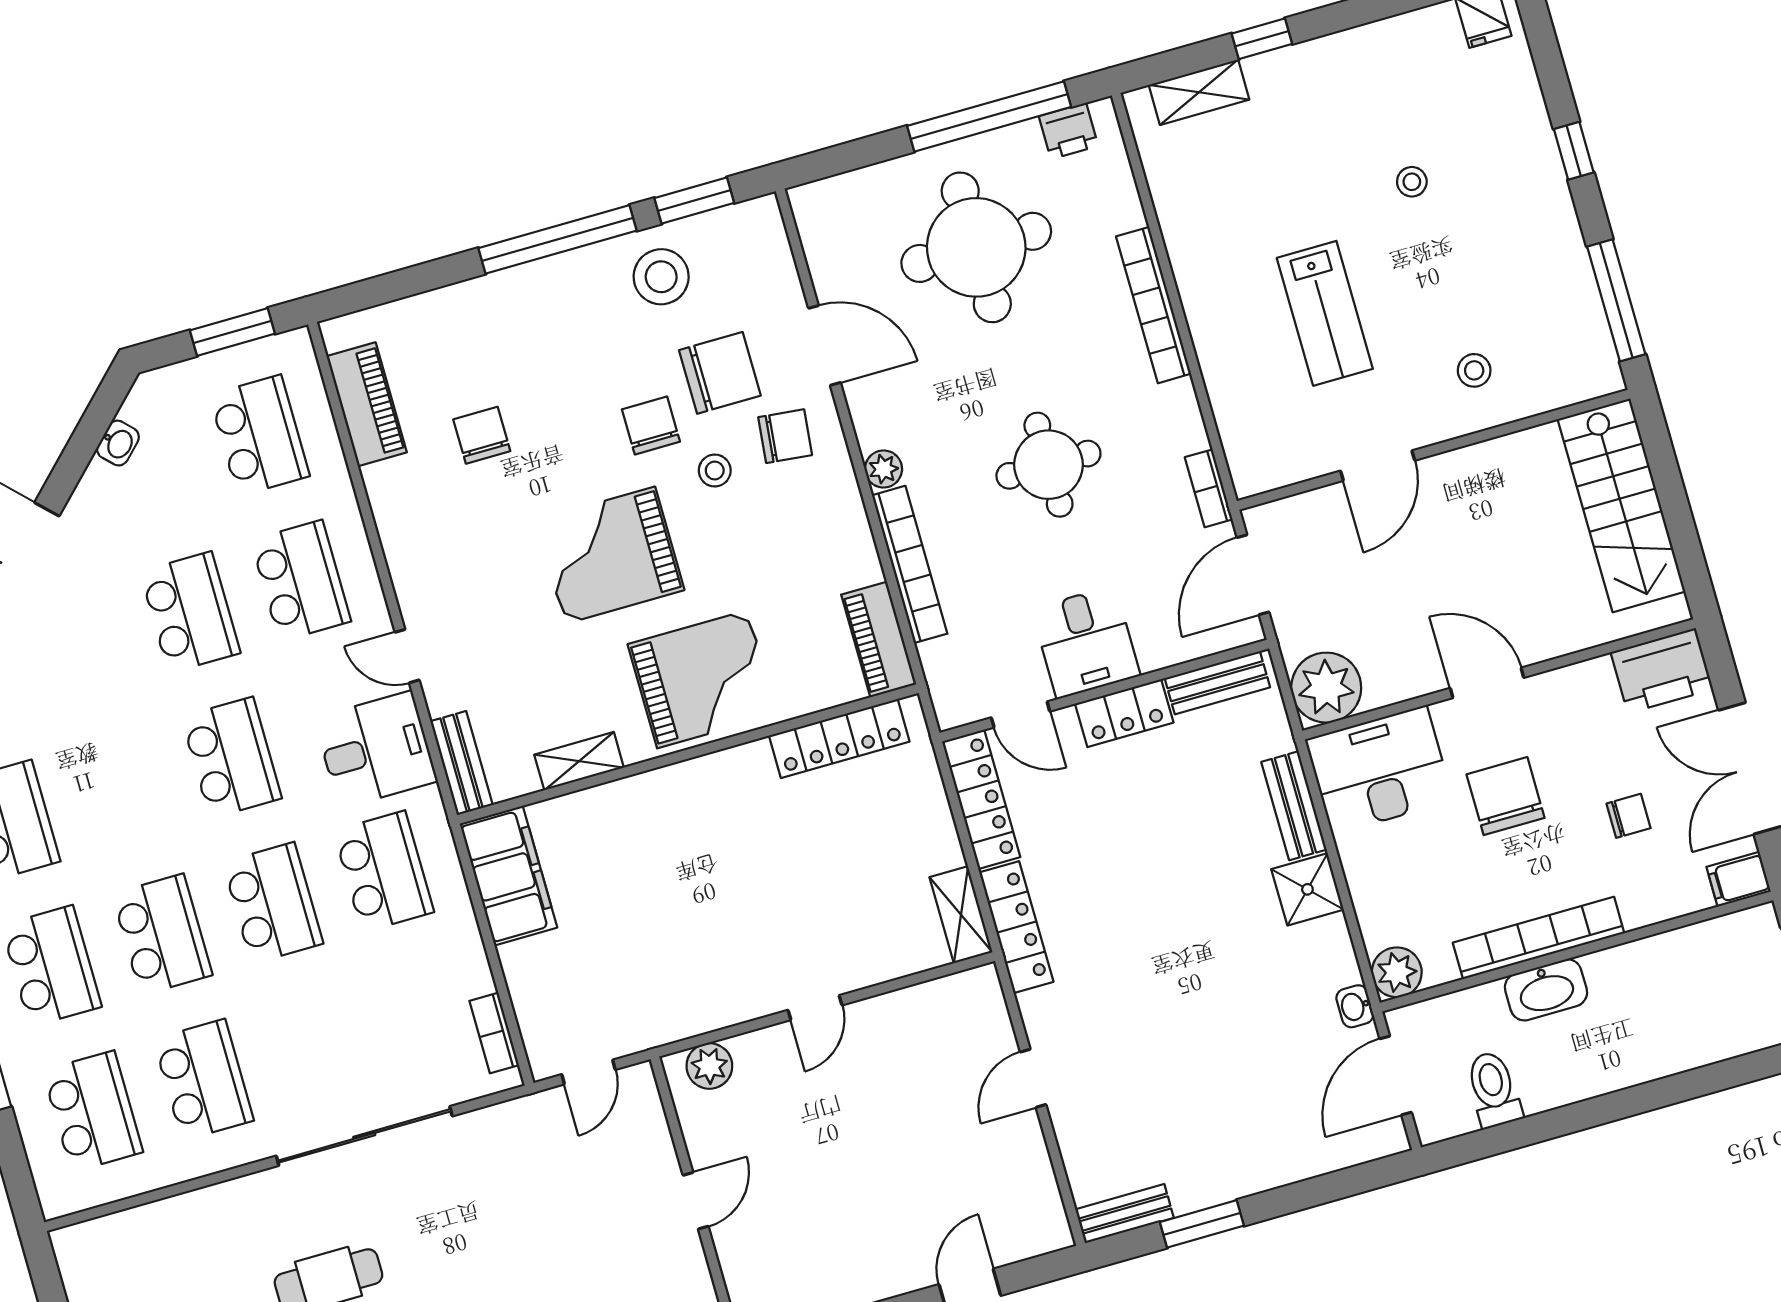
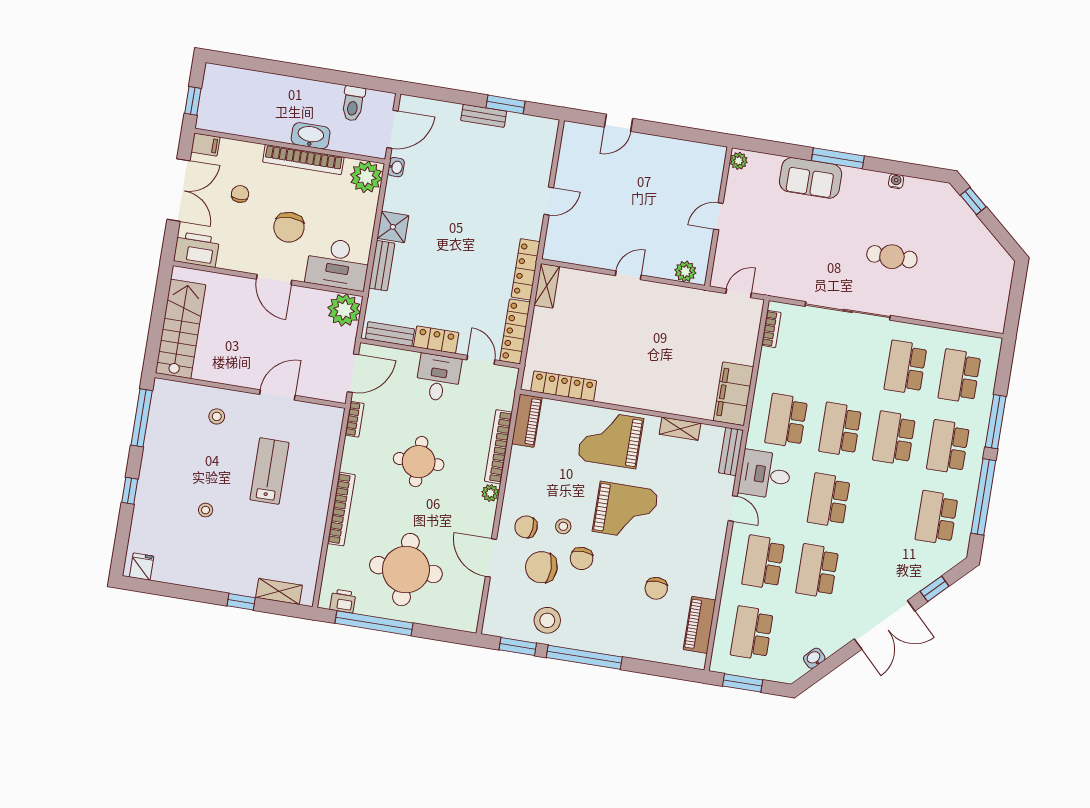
chair: (1629, 816) -> (240, 194), turned 90
plant: (1397, 972) -> (366, 177), width x1.36, depth x1.36
bench: (1125, 1214) -> (484, 116), moved

